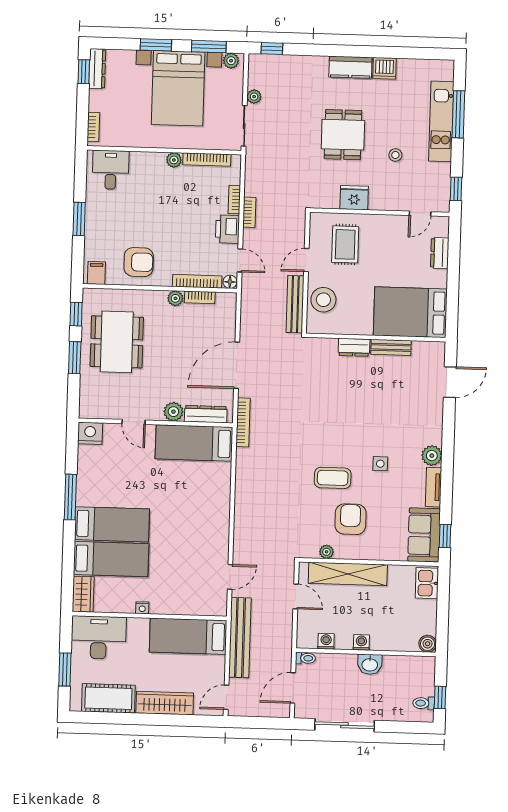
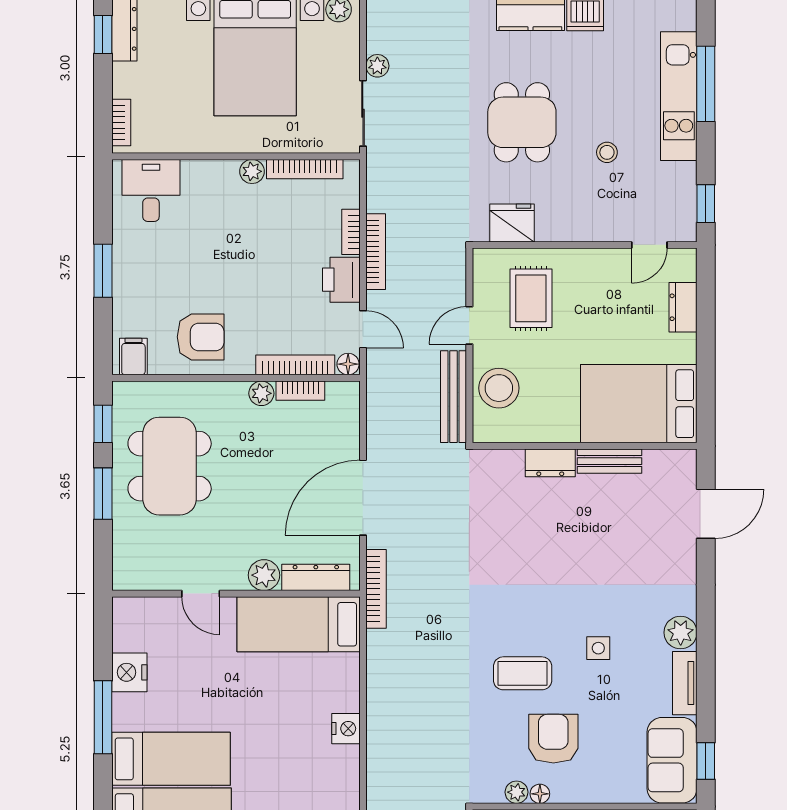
fridge: (354, 198) -> (512, 223), moved
bookcase: (249, 212) -> (376, 252), width x1.56
nightstand: (90, 433) -> (129, 672), moved, turned -90
nightstand: (222, 509) -> (346, 729), added
floor lamp: (341, 553) -> (540, 794), added

